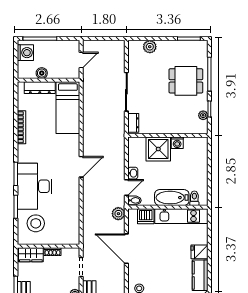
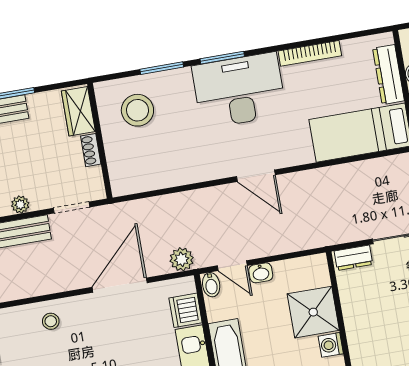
desk: (35, 186) -> (239, 90), moved

